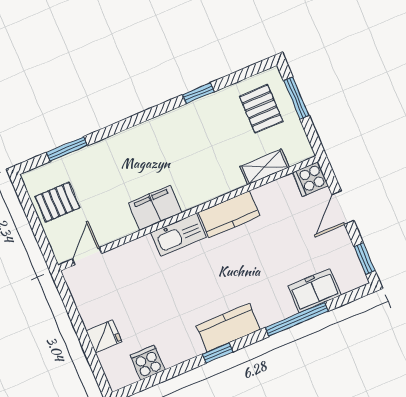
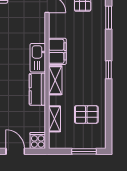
window: (198, 93) -> (109, 70), moved
pallet: (261, 109) -> (86, 114), moved
shelving: (203, 192) -> (55, 80), added

